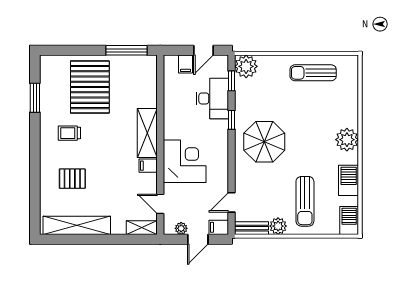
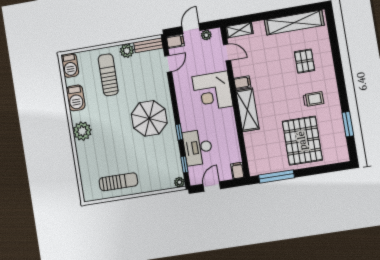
filing cabinet: (185, 64) -> (238, 171), moved
plant: (246, 66) -> (179, 182), width x0.53, depth x0.53
pallet: (72, 179) -> (304, 61), turned 90

